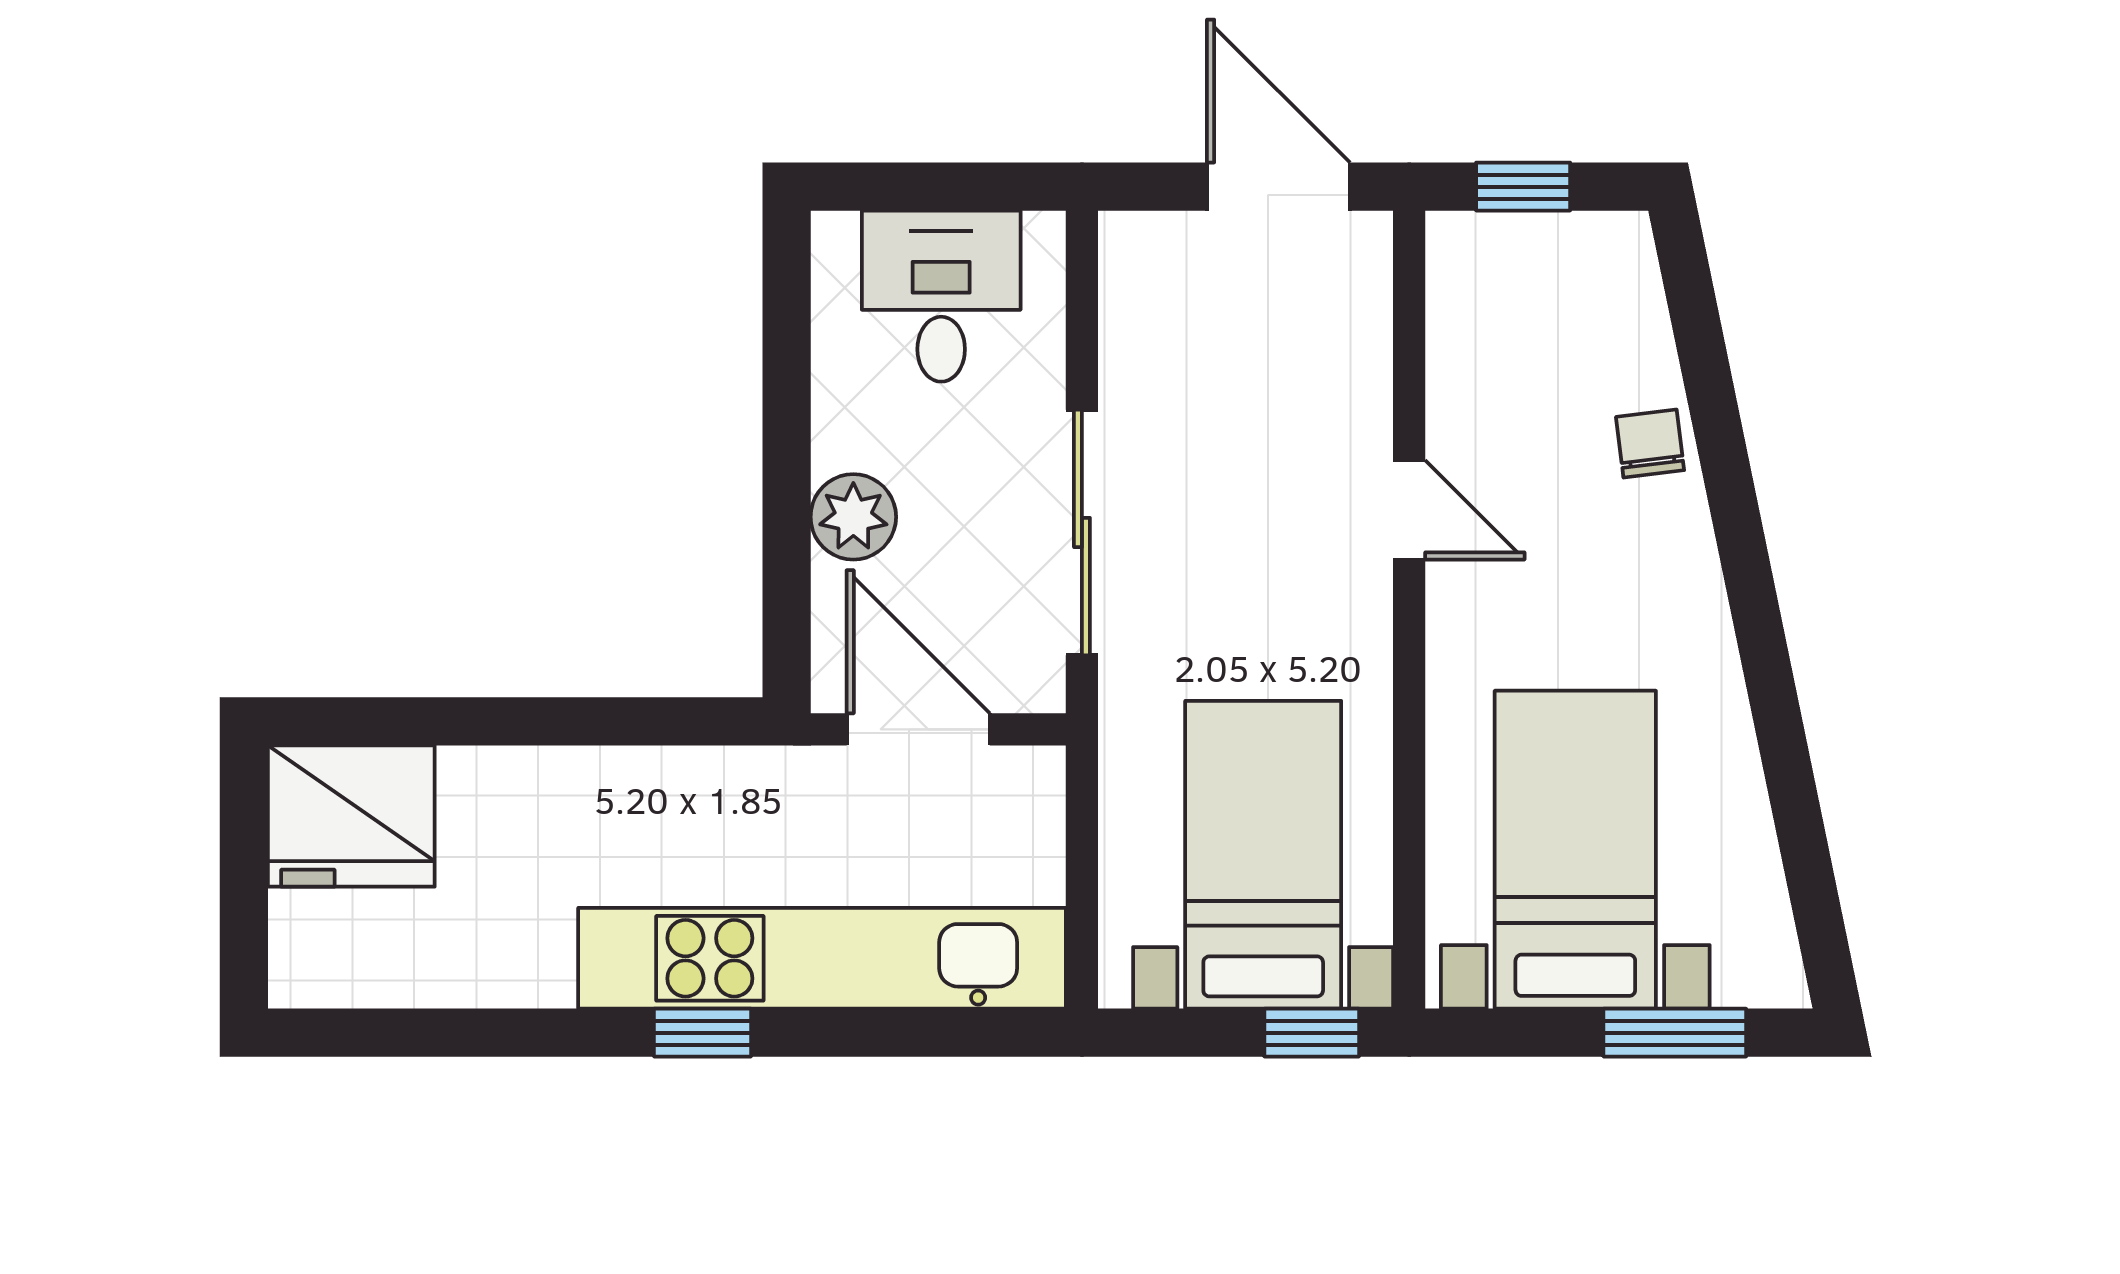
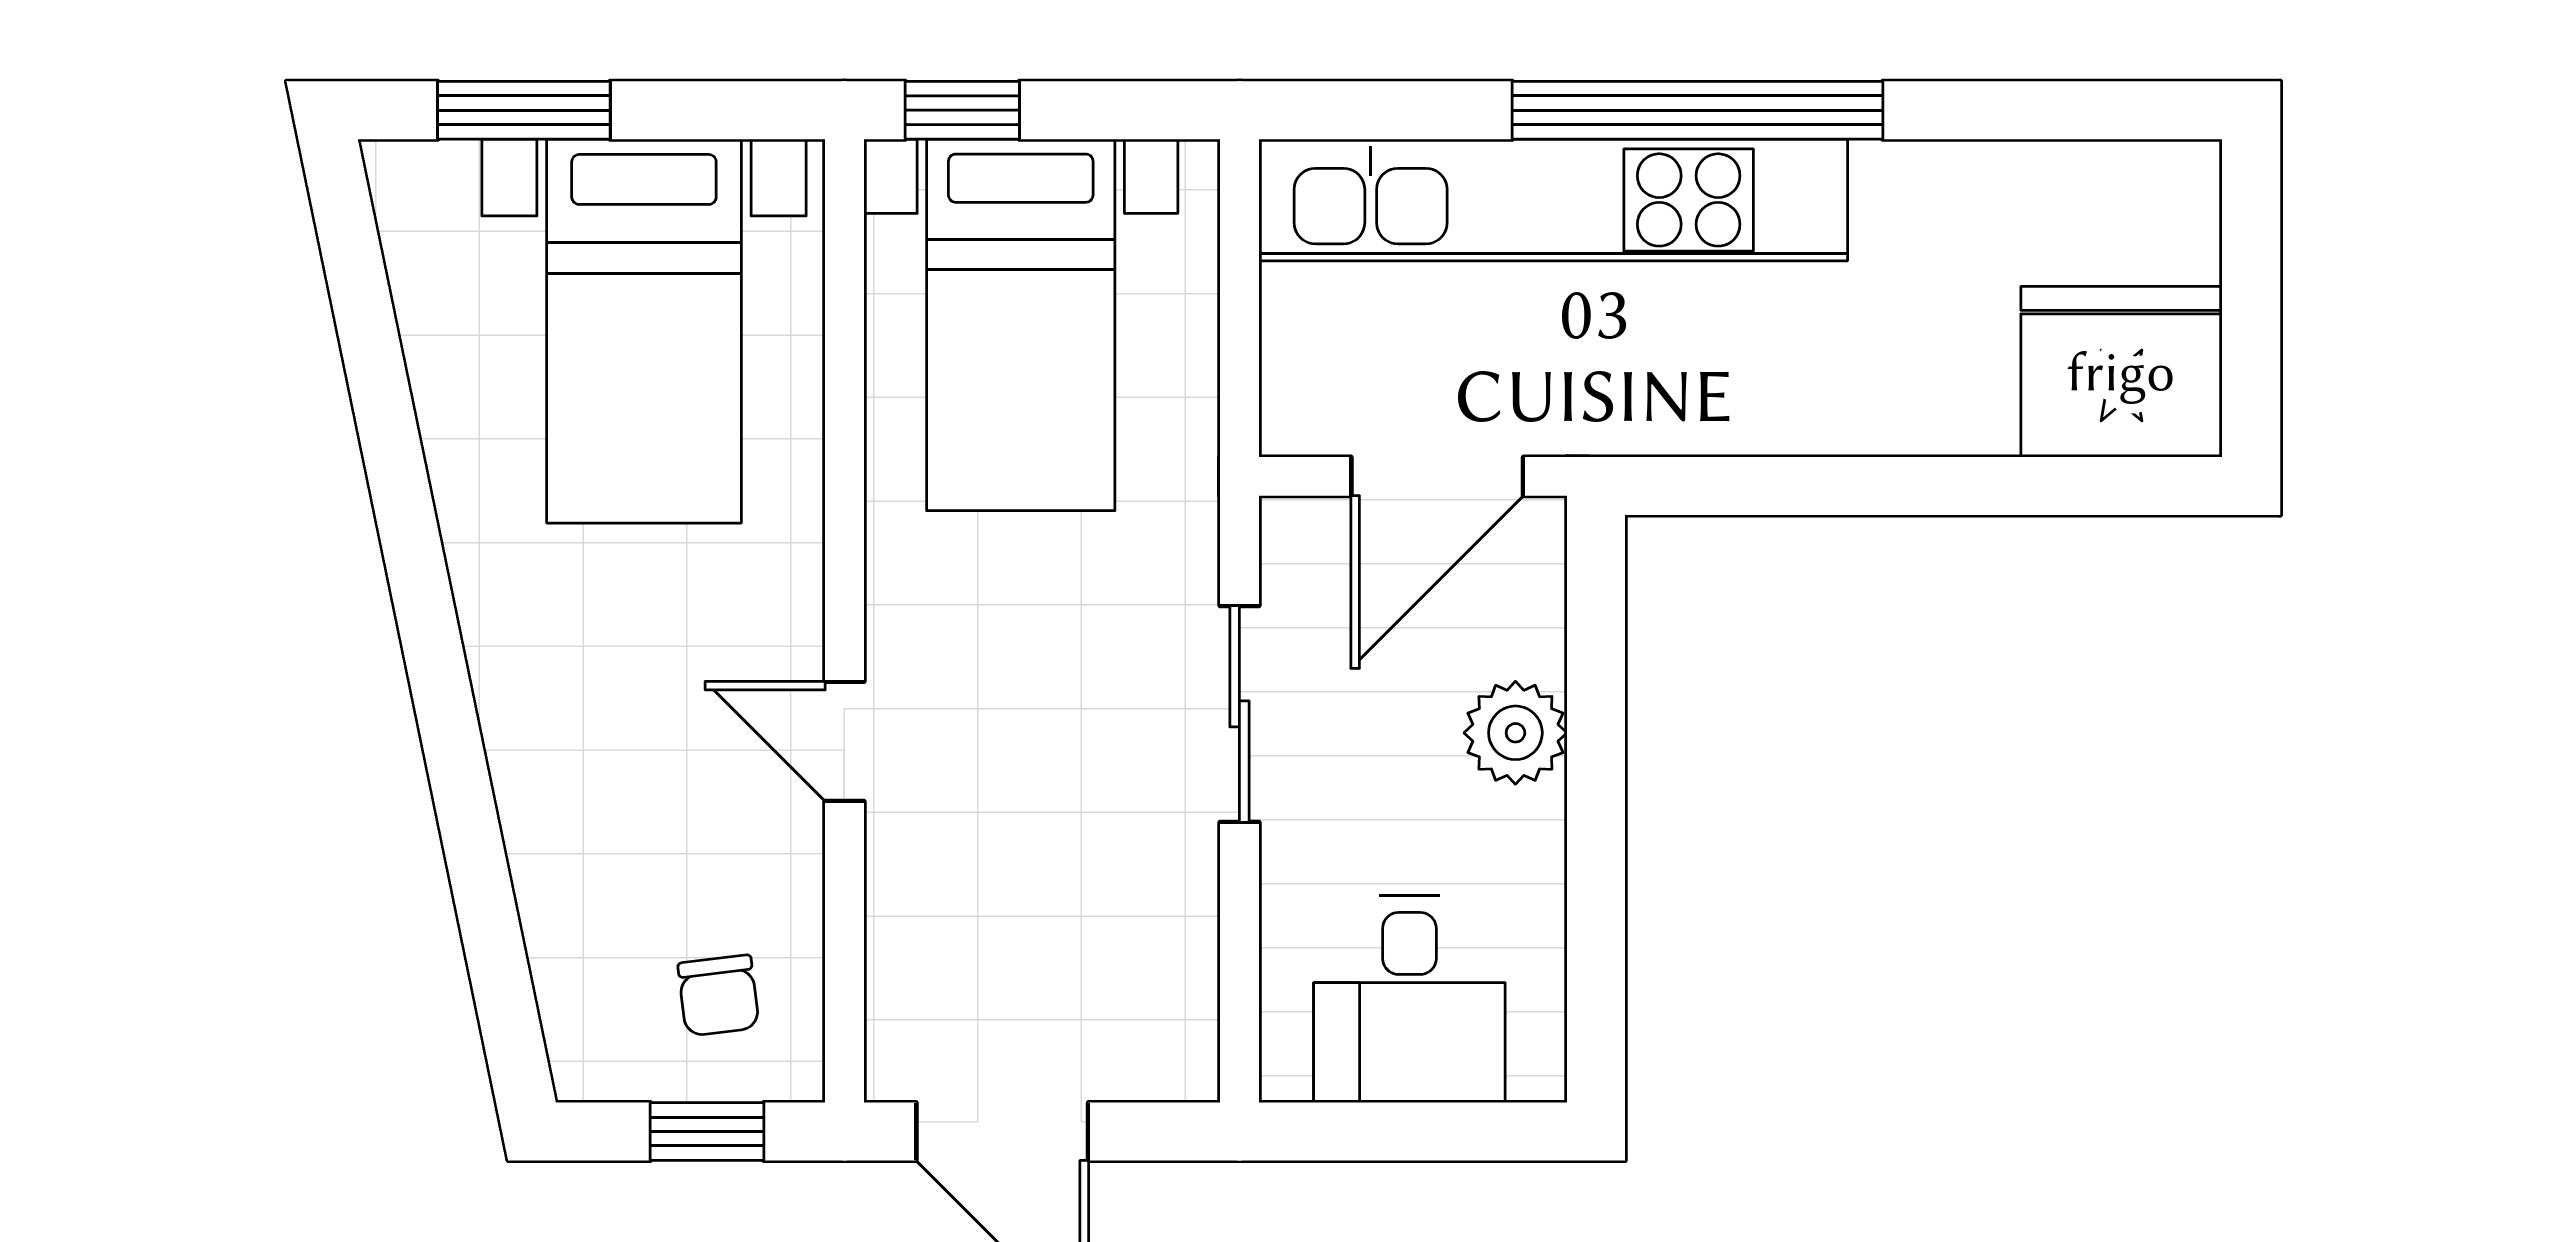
chair: (1650, 444) -> (718, 995), moved
sliding door: (1082, 532) -> (1239, 714), width x0.73
door: (918, 729) -> (1437, 476), hinge flipped
window: (703, 1033) -> (1697, 110), width x3.17

